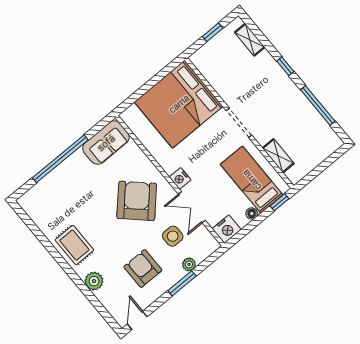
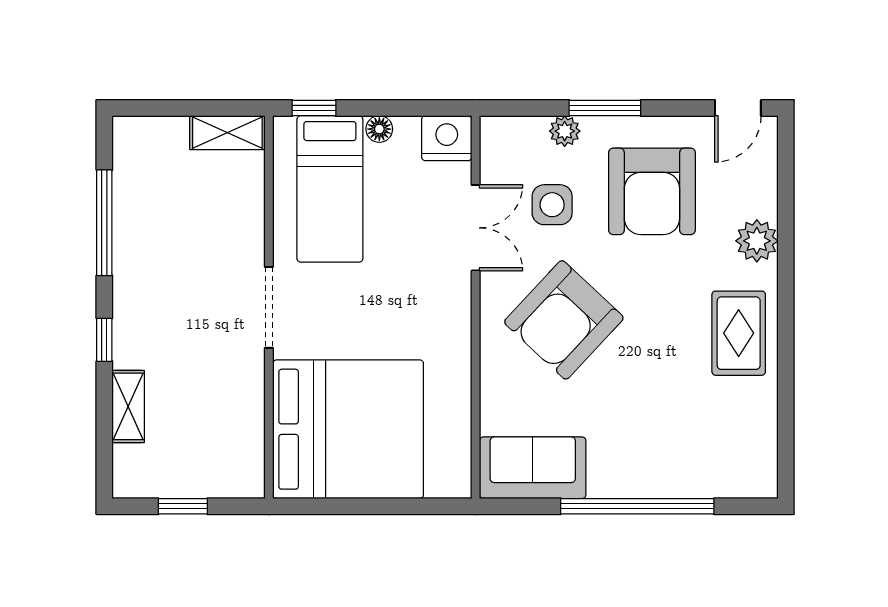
shelving: (250, 40) -> (128, 406), moved
shelving: (278, 156) -> (227, 133), moved, turned 90
nightstand: (180, 178) -> (454, 296), removed
armchair: (143, 268) -> (652, 191), width x1.36, depth x1.36

